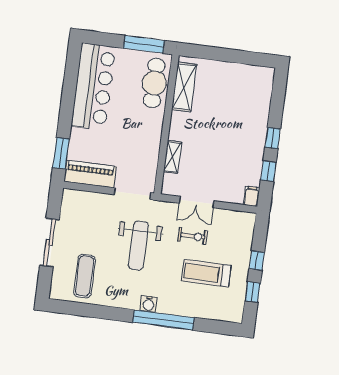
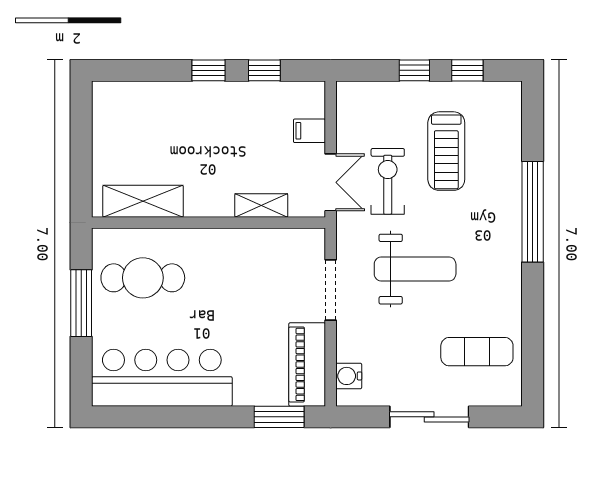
shelving: (184, 87) -> (143, 201), moved
wall: (166, 124) -> (209, 223), moved
shelving: (173, 157) -> (261, 205), moved
filing cabinet: (251, 196) -> (309, 131), moved
exercise bike: (193, 236) -> (388, 181), width x1.38, depth x1.39
water cooler: (148, 304) -> (349, 376), moved, turned 180

